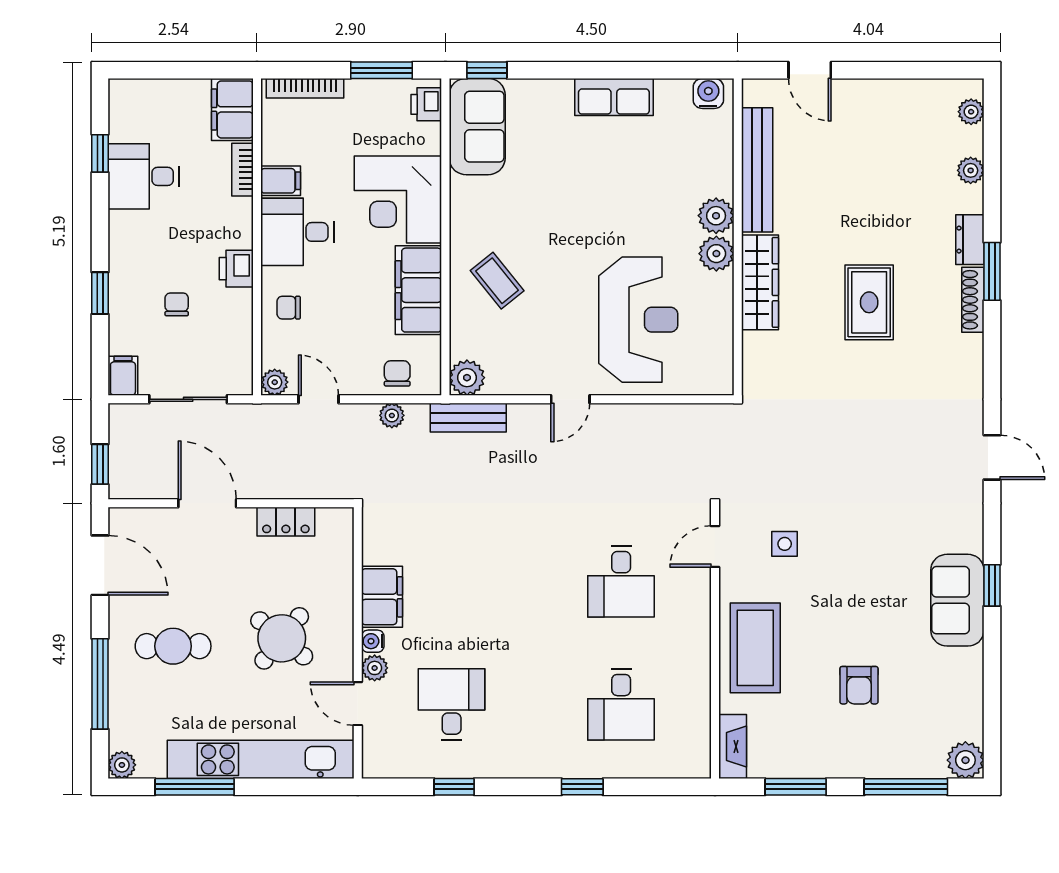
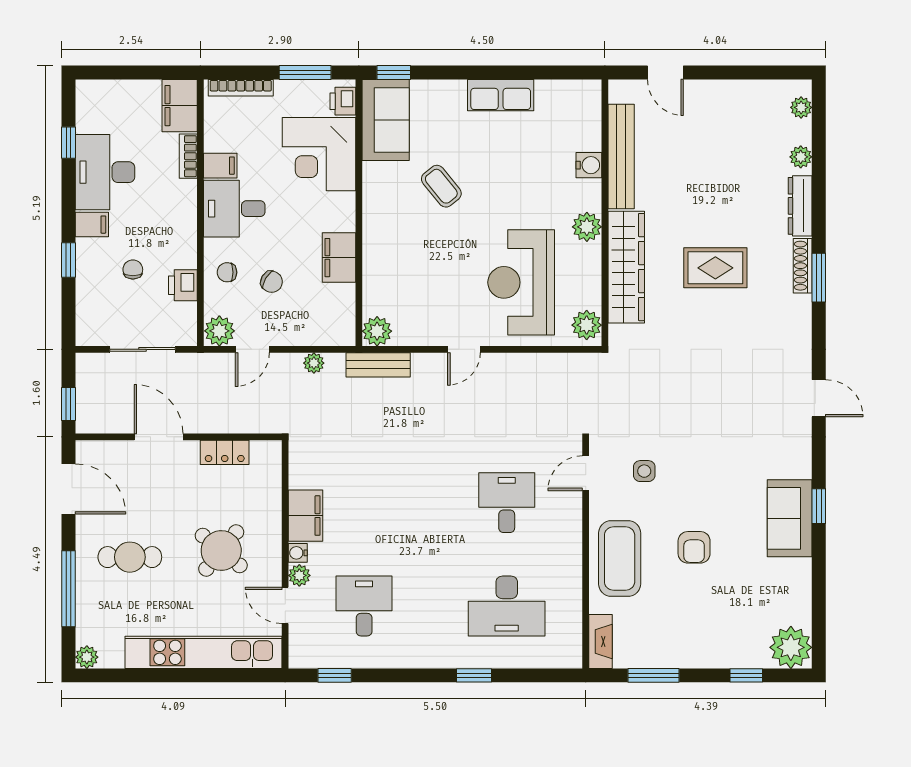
water cooler: (708, 93) -> (589, 165), moved, turned 90
desk: (144, 176) -> (105, 172), width x1.37
corner desk: (398, 199) -> (319, 154), moved
plant: (716, 216) -> (587, 325), moved
dresser: (970, 240) -> (800, 206), width x1.44
printer: (236, 269) -> (183, 285), moved
window: (992, 271) -> (819, 278), moved
coffee table: (497, 281) -> (441, 186), moved
wardrobe: (760, 282) -> (626, 267), width x1.40, depth x1.17
filing cabinet: (418, 290) -> (339, 258), width x0.67, depth x0.86
rug: (869, 302) -> (715, 268), turned 90
reception desk: (638, 320) -> (521, 282), turned 180
chair: (397, 373) -> (272, 282), moved, turned 121
filing cabinet: (123, 376) -> (92, 225), moved, turned 90
plant: (275, 382) -> (219, 331), width x1.38, depth x1.38
door: (319, 399) -> (252, 349), swing flipped
desk: (621, 581) -> (507, 503), turned 180
armchair: (859, 685) -> (694, 547), moved
desk: (621, 704) -> (507, 606), width x1.37
plant: (965, 760) -> (791, 647), width x1.36, depth x1.36
window: (195, 787) -> (148, 675), removed
window: (454, 787) -> (335, 675), moved
window: (906, 787) -> (746, 675), width x0.46

